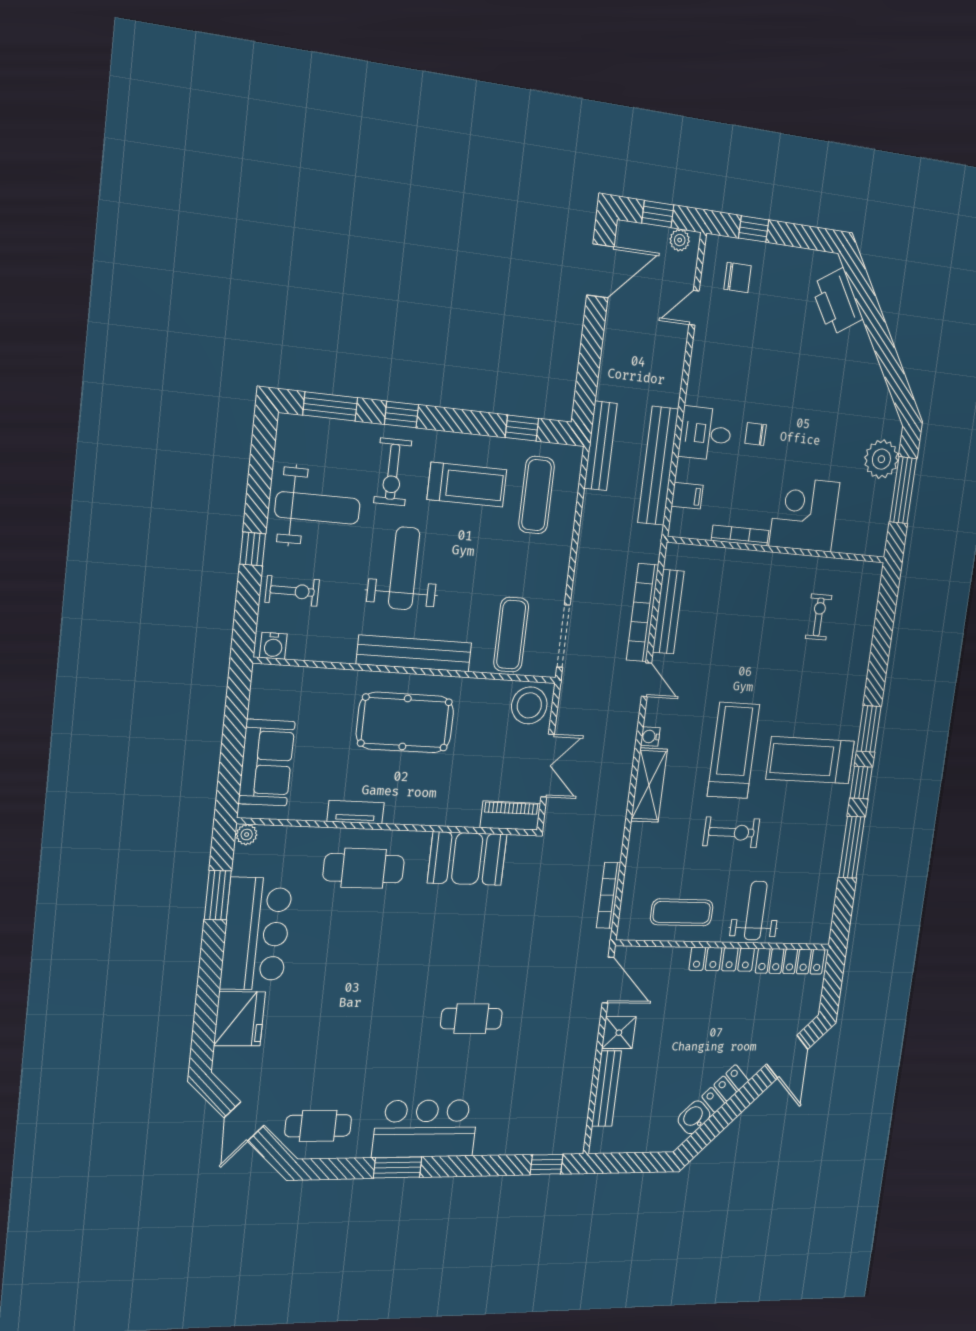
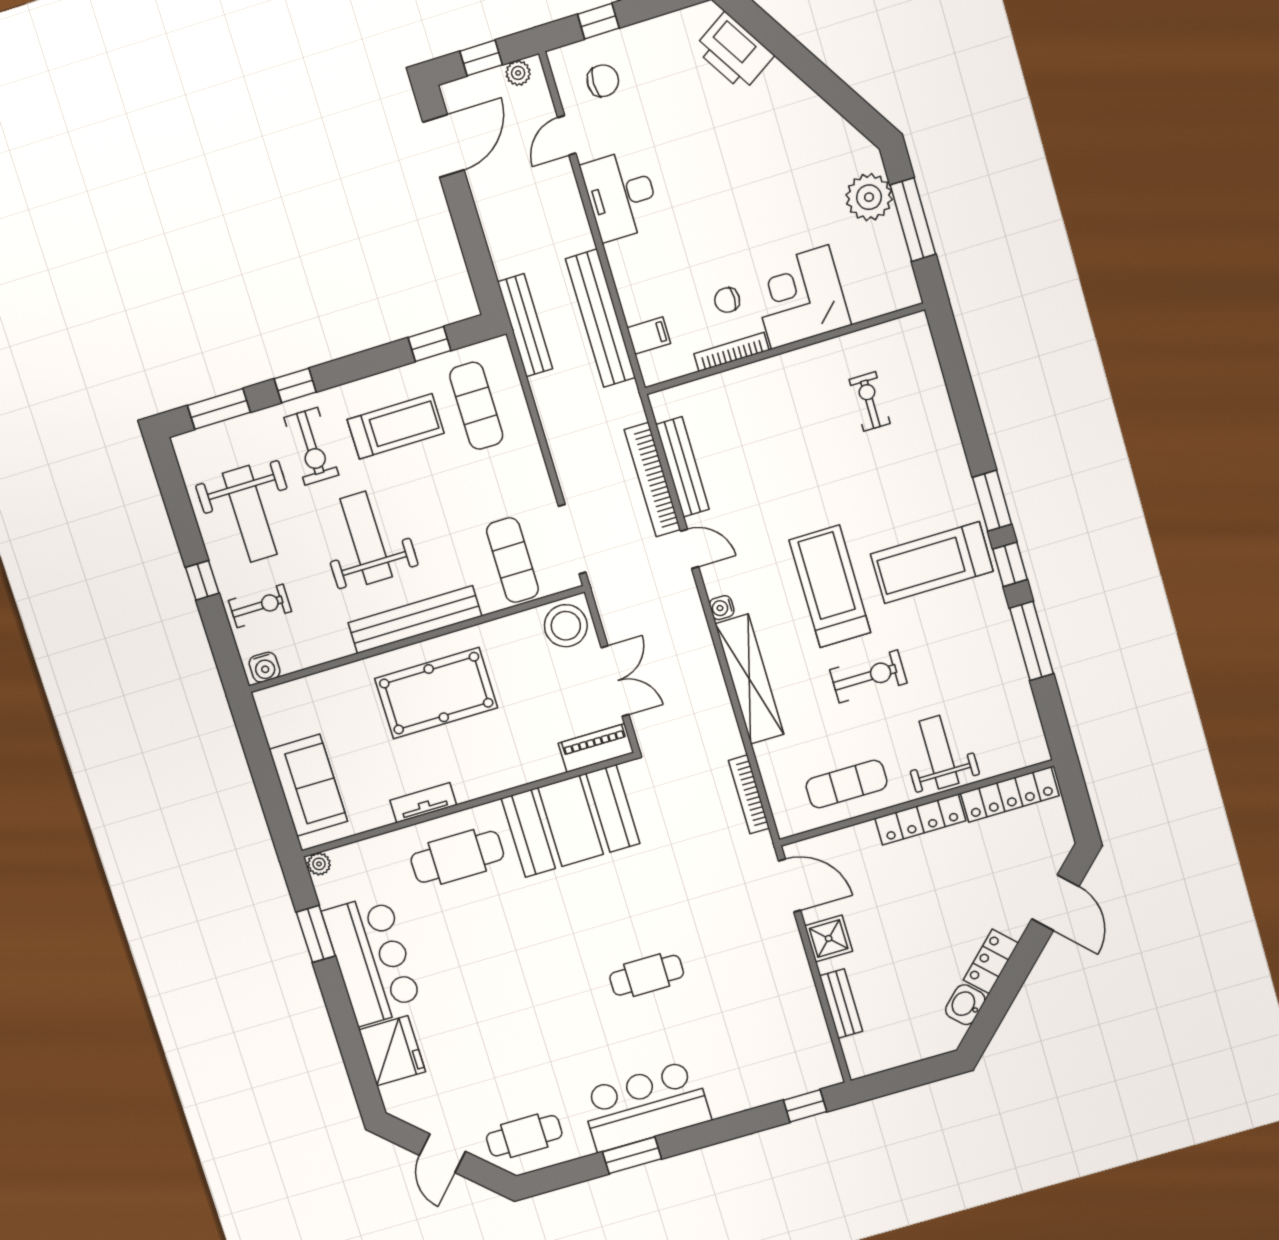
desk: (705, 434) -> (621, 195), moved, width x1.37
chair: (756, 434) -> (727, 300), moved
weight bench: (318, 508) -> (250, 514), turned 90
shelving: (649, 785) -> (749, 679), width x1.47
booth: (467, 859) -> (571, 821), width x1.36, depth x1.42
bench: (607, 1088) -> (841, 1004), width x0.73

